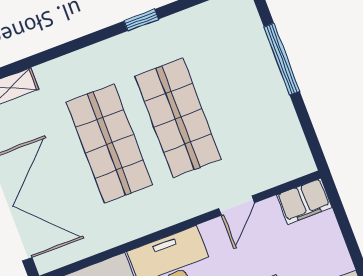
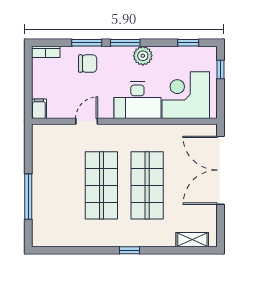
window: (141, 20) -> (130, 250), moved
filing cabinet: (304, 201) -> (39, 109), width x0.50

